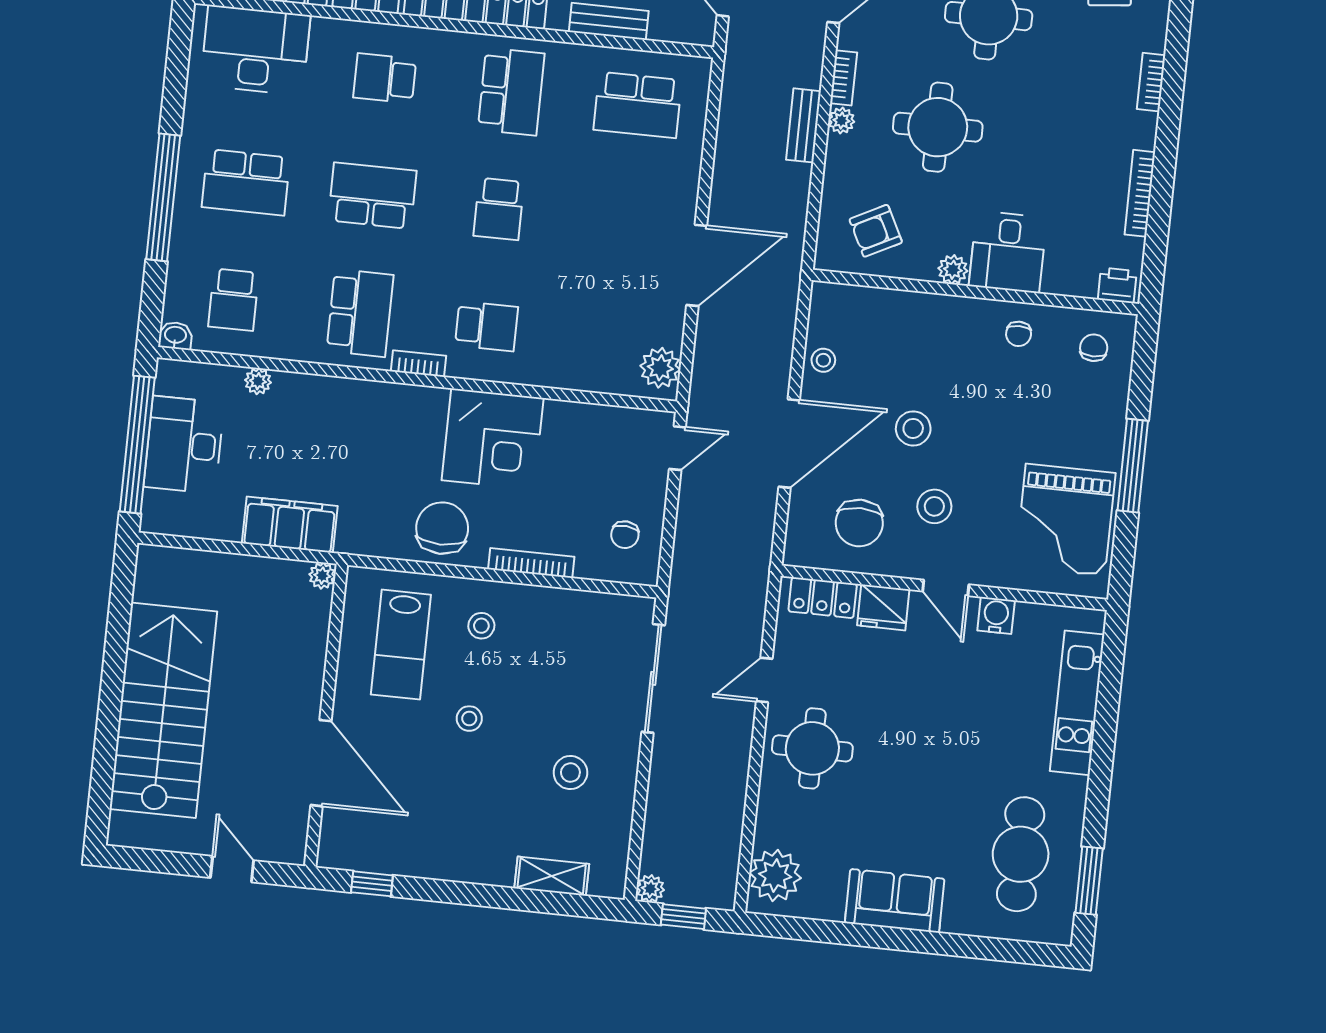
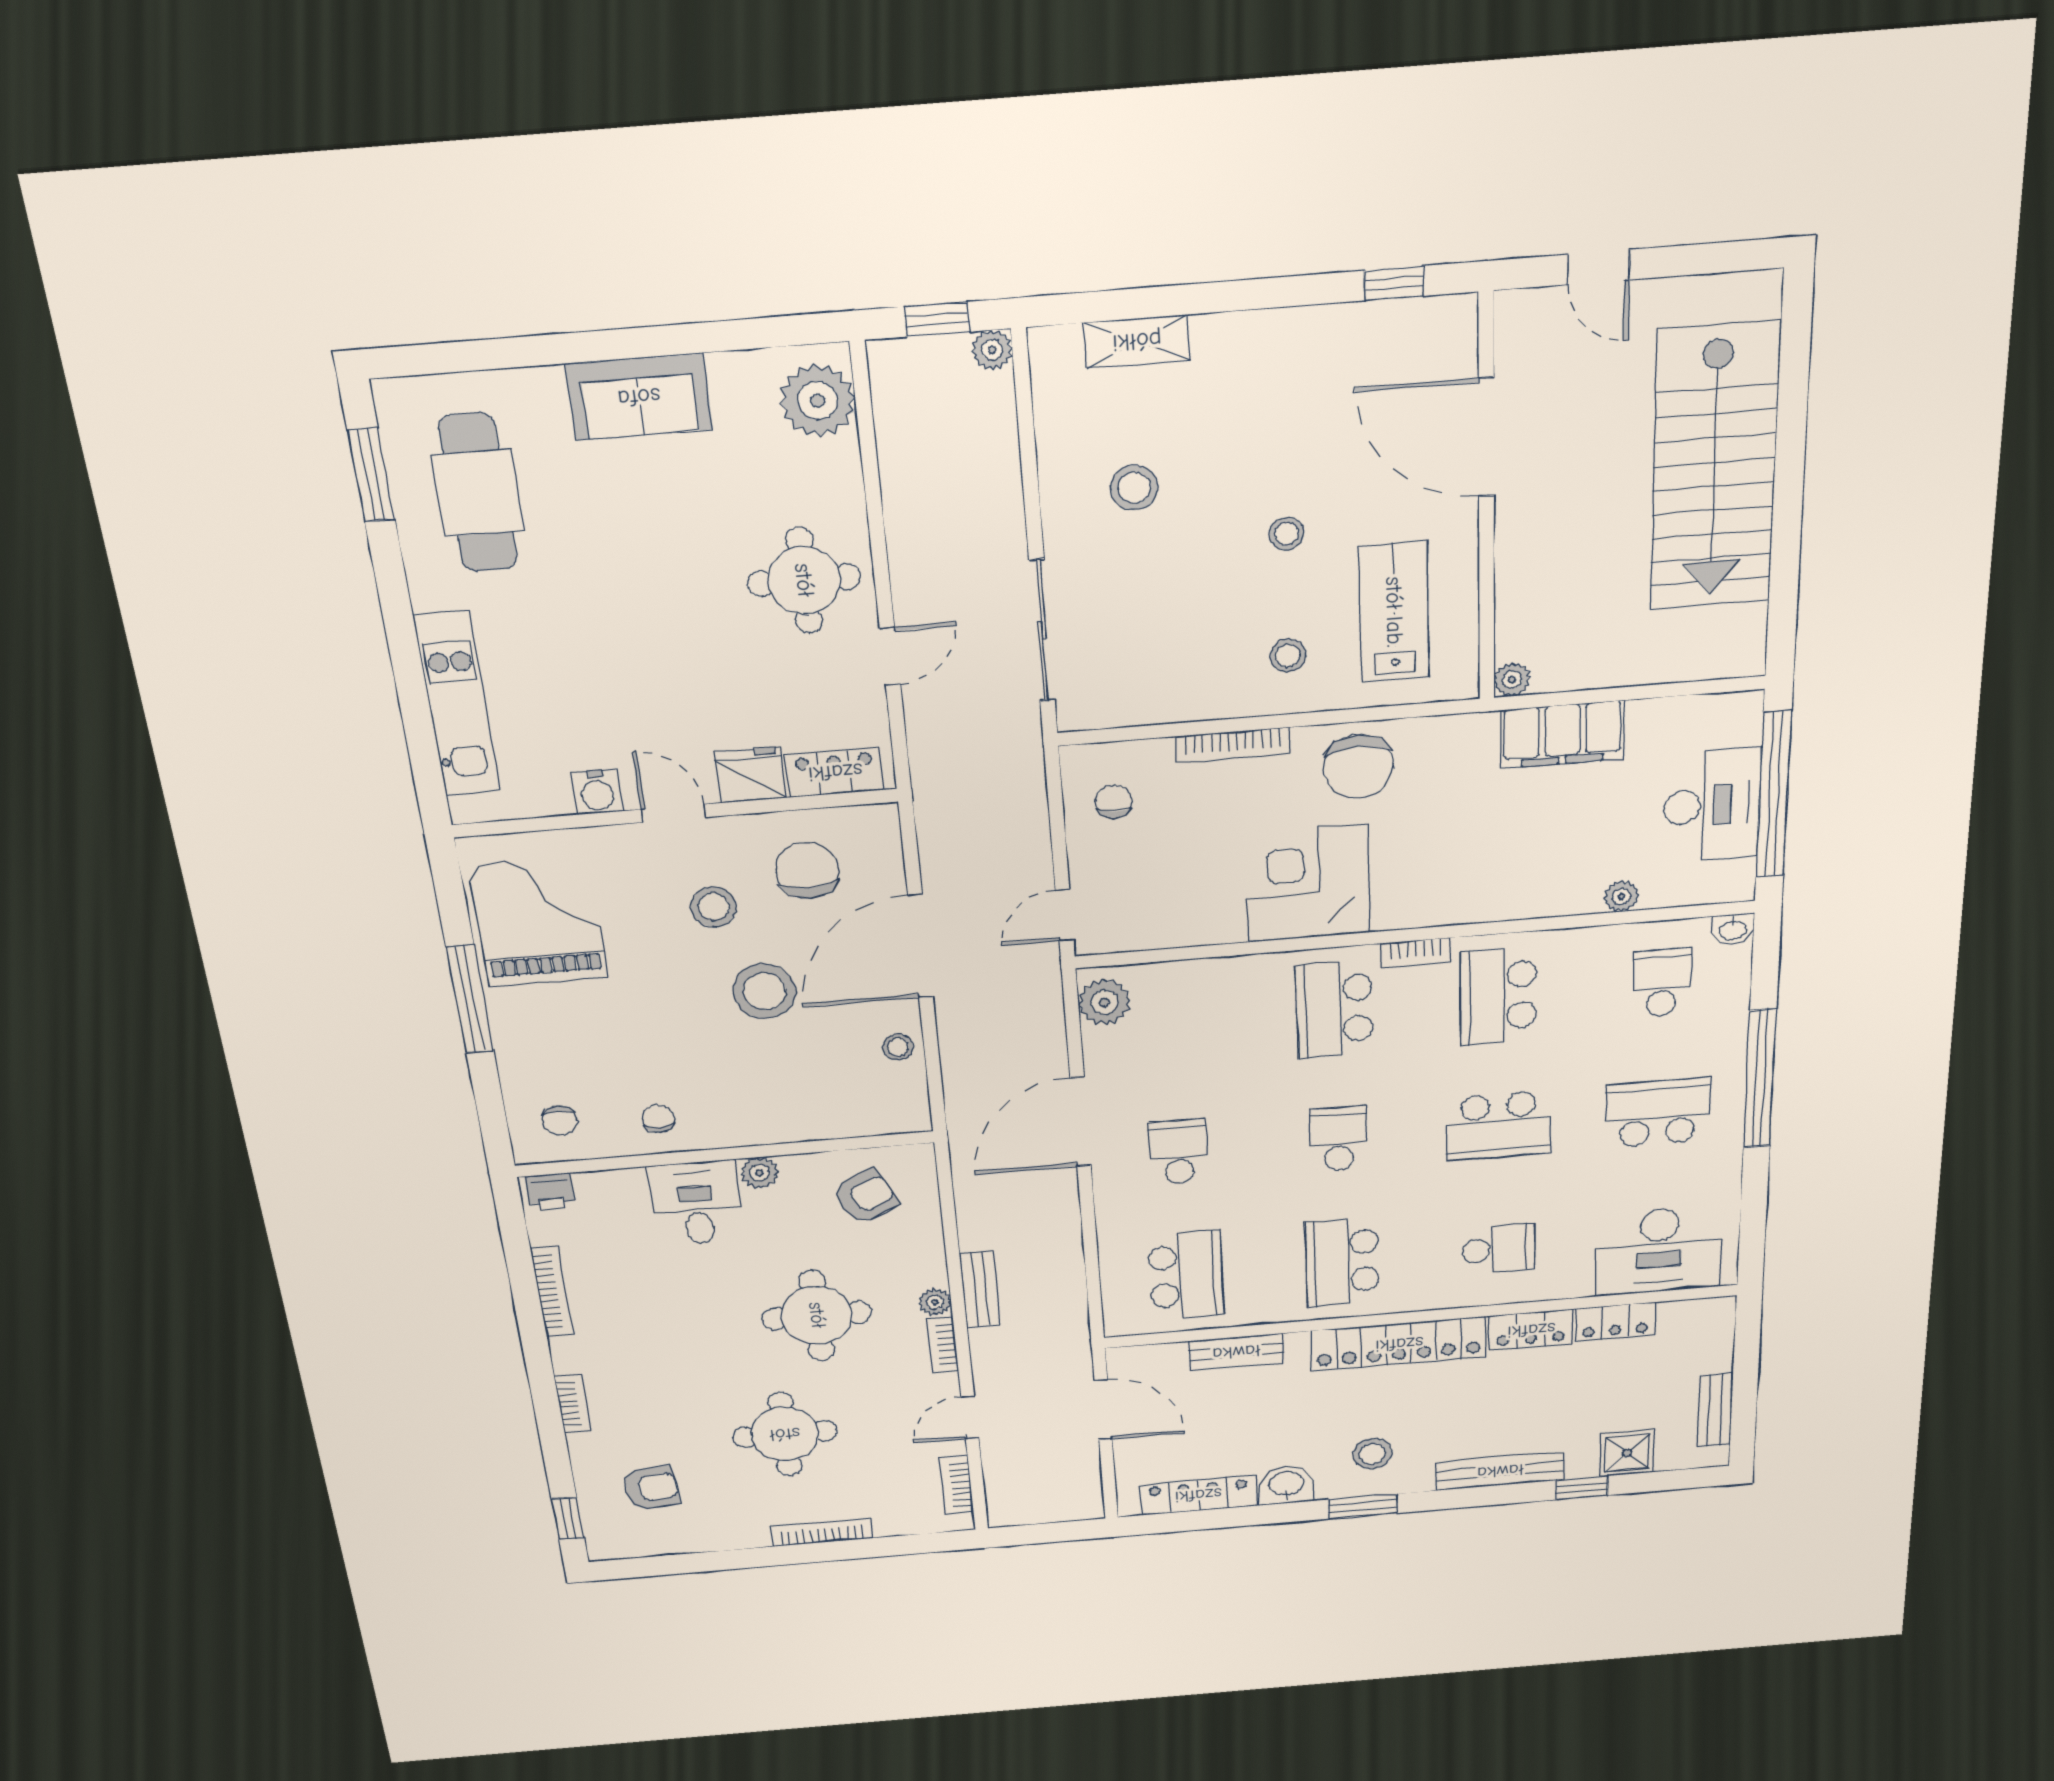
school desk: (638, 105) -> (1186, 1275), turned 90
school desk: (625, 222) -> (1179, 1152), added
school desk: (487, 326) -> (1335, 1010), width x1.85
stool: (913, 428) -> (764, 991), width x1.38, depth x1.38

